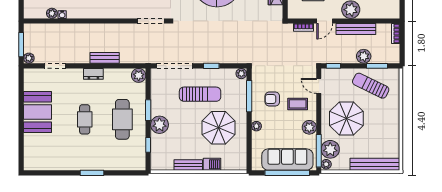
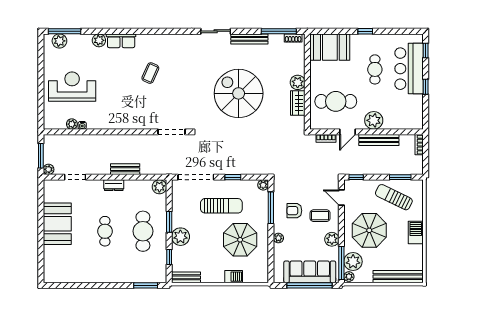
plant: (364, 56) -> (387, 167), removed
barbecue: (392, 121) -> (416, 232), added
bench: (188, 165) -> (186, 277), moved
window: (92, 173) -> (146, 285), moved

